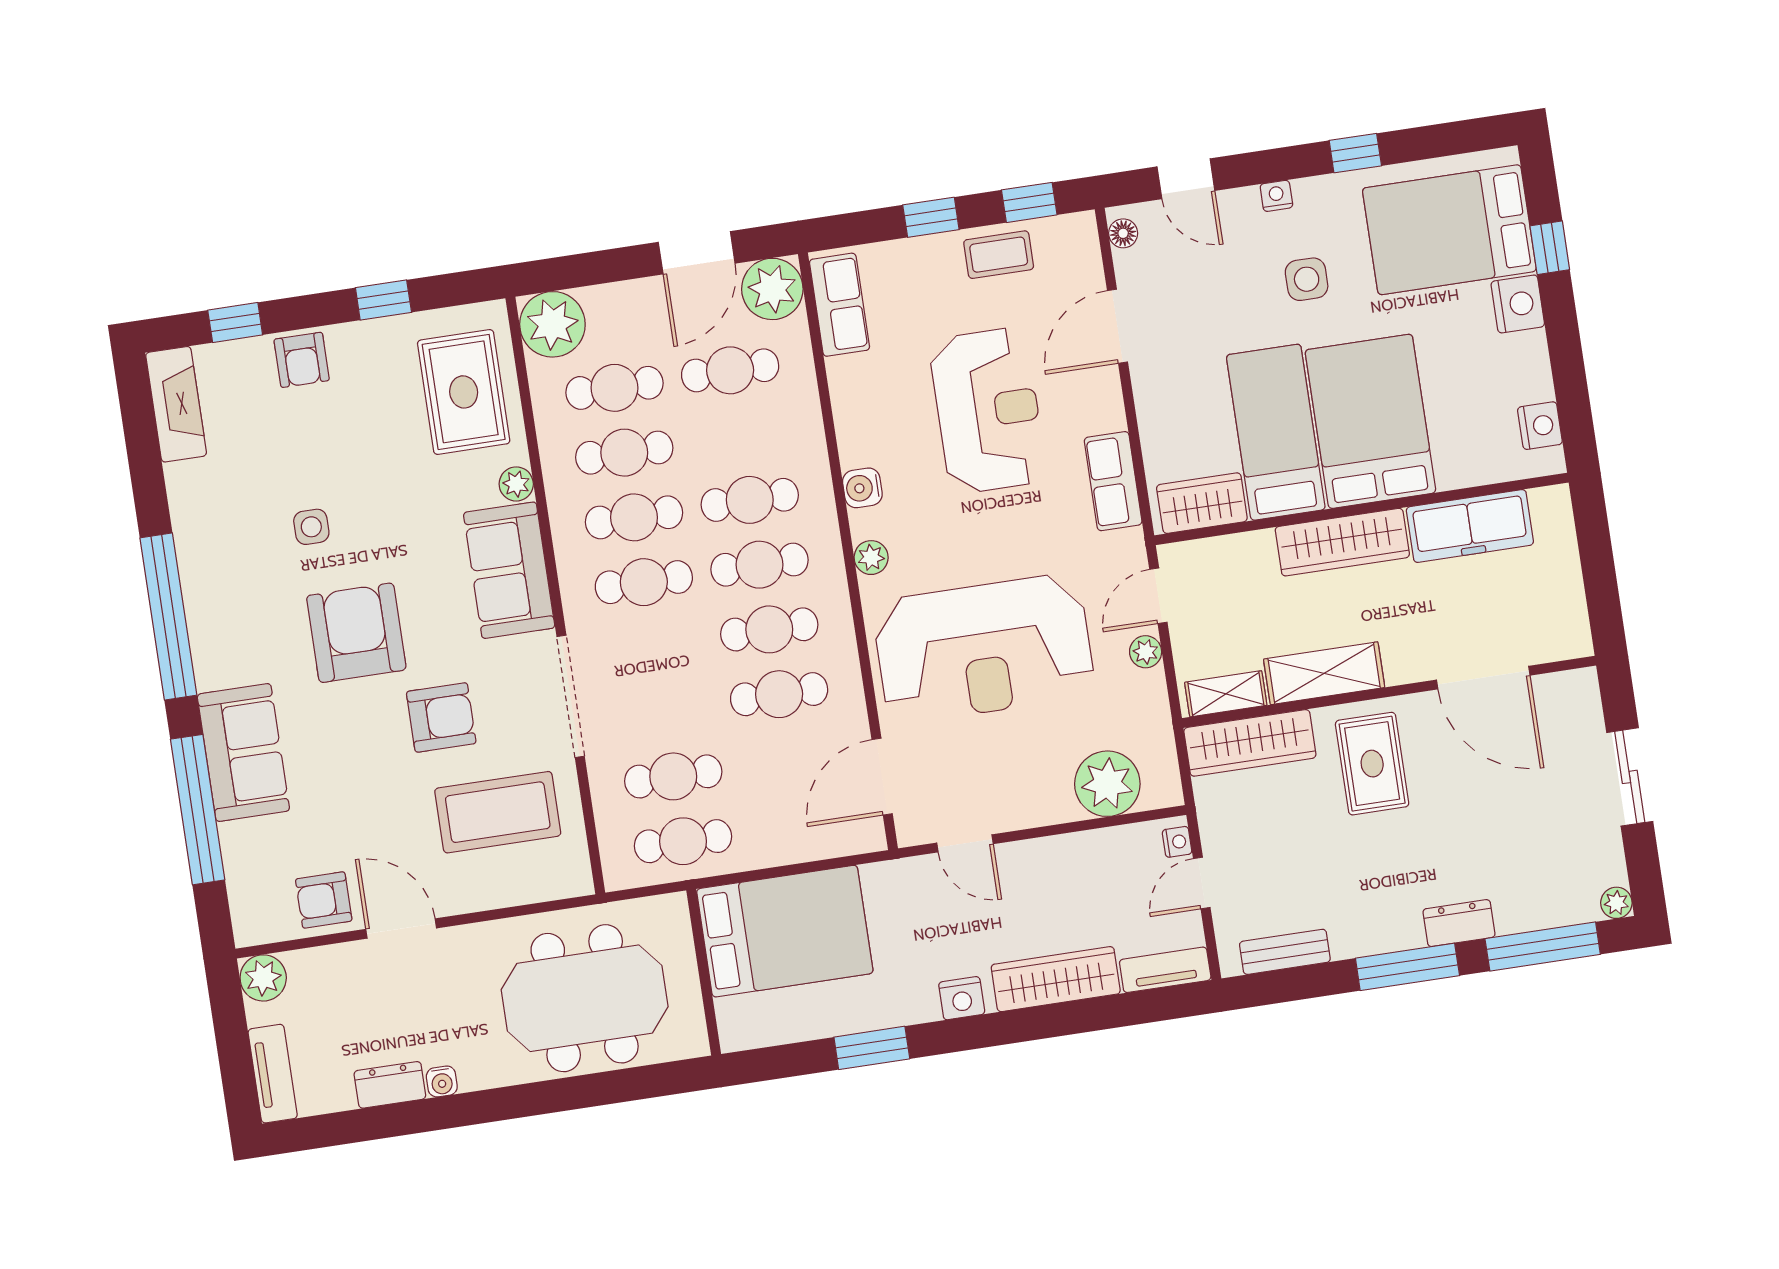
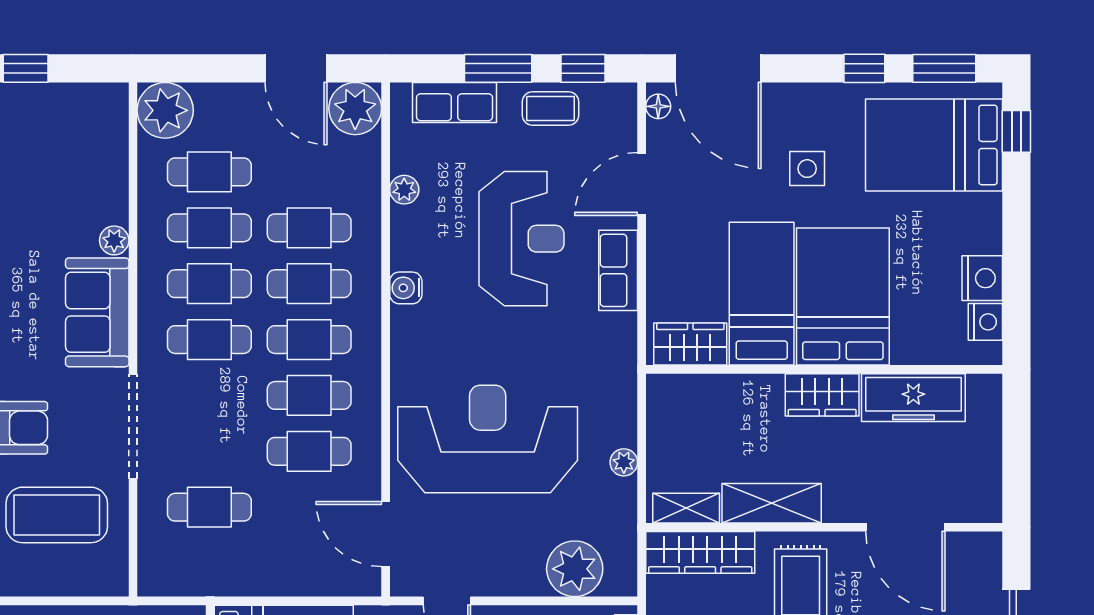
window: (1448, 139) -> (944, 68), added
door: (1186, 179) -> (718, 68), width x1.87
nightstand: (1276, 196) -> (792, 94), removed
window: (931, 217) -> (498, 68), width x1.50
window: (1550, 248) -> (1016, 131), moved
door: (697, 253) -> (296, 68), hinge flipped
nightstand: (1518, 304) -> (982, 278), moved
row of seats: (839, 305) -> (455, 102), moved, turned 90
cafe table: (730, 370) -> (309, 228), moved
rug: (464, 392) -> (82, 156), removed
row of seats: (1113, 481) -> (618, 270), moved
wardrobe: (1342, 542) -> (822, 395), width x0.67
plant: (871, 558) -> (404, 190), moved
door: (1158, 596) -> (642, 417), removed
reception desk: (984, 649) -> (488, 439), turned 180
door: (882, 777) -> (386, 534), hinge flipped
cafe table: (683, 841) -> (209, 563), removed

